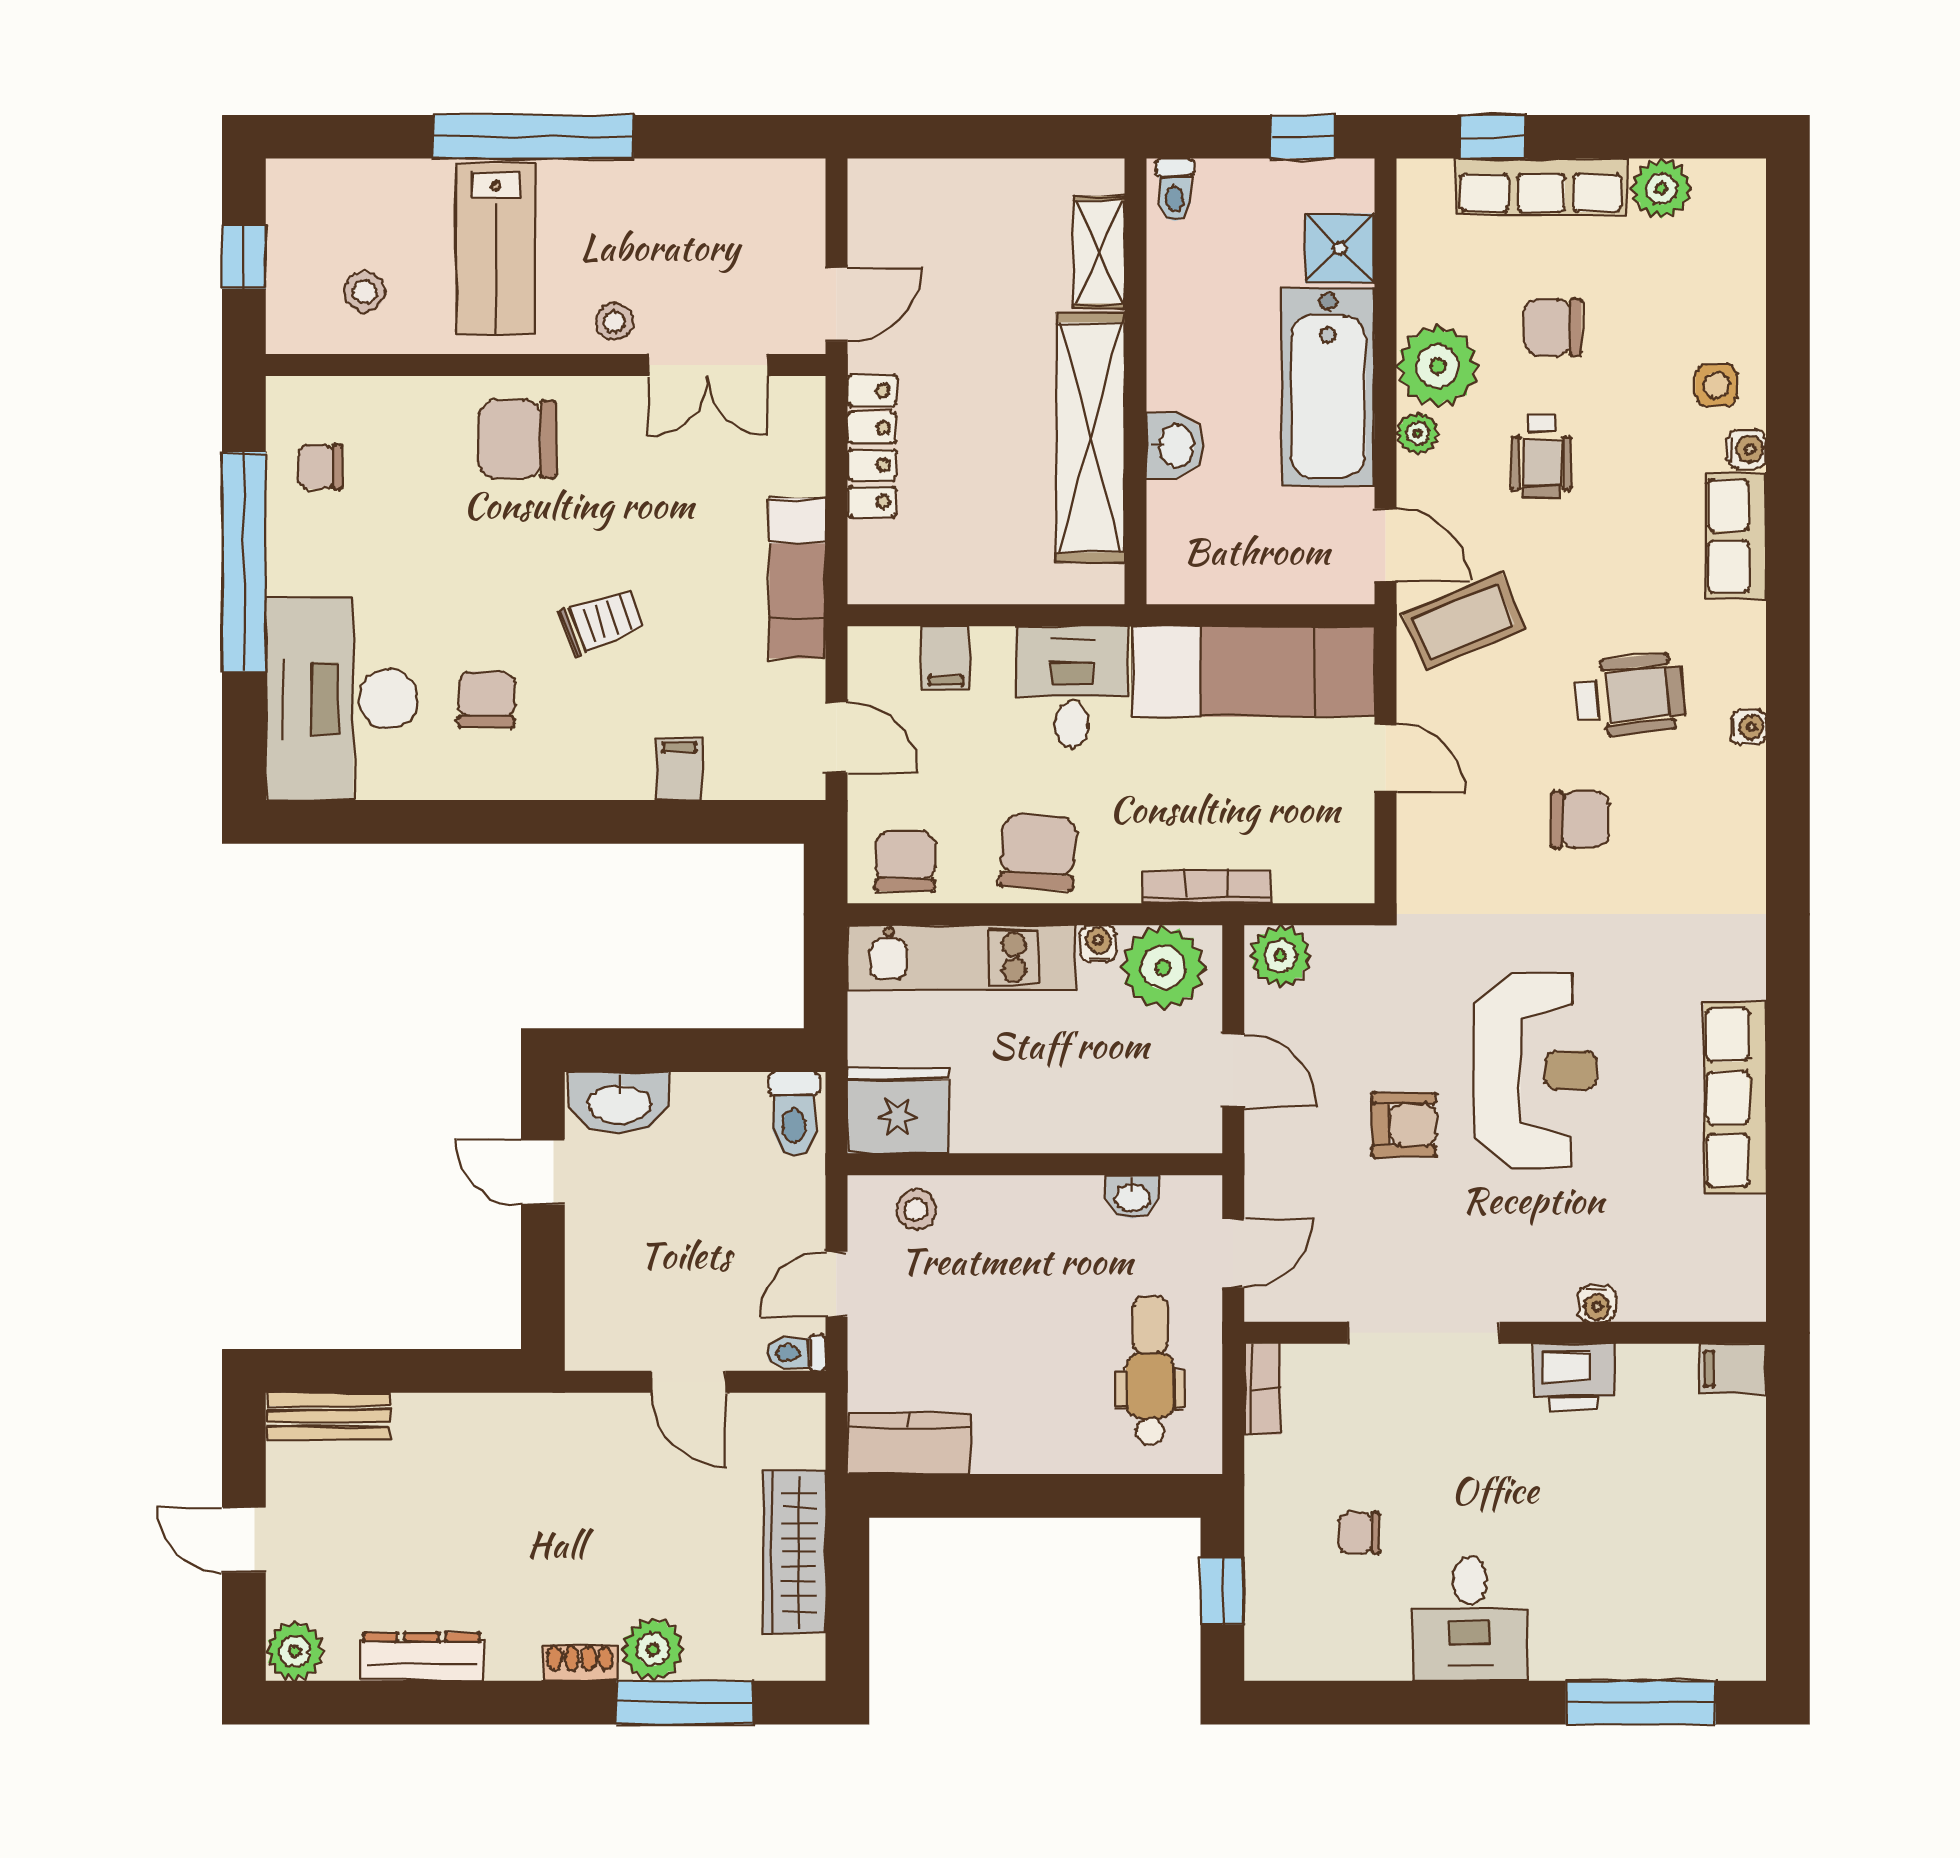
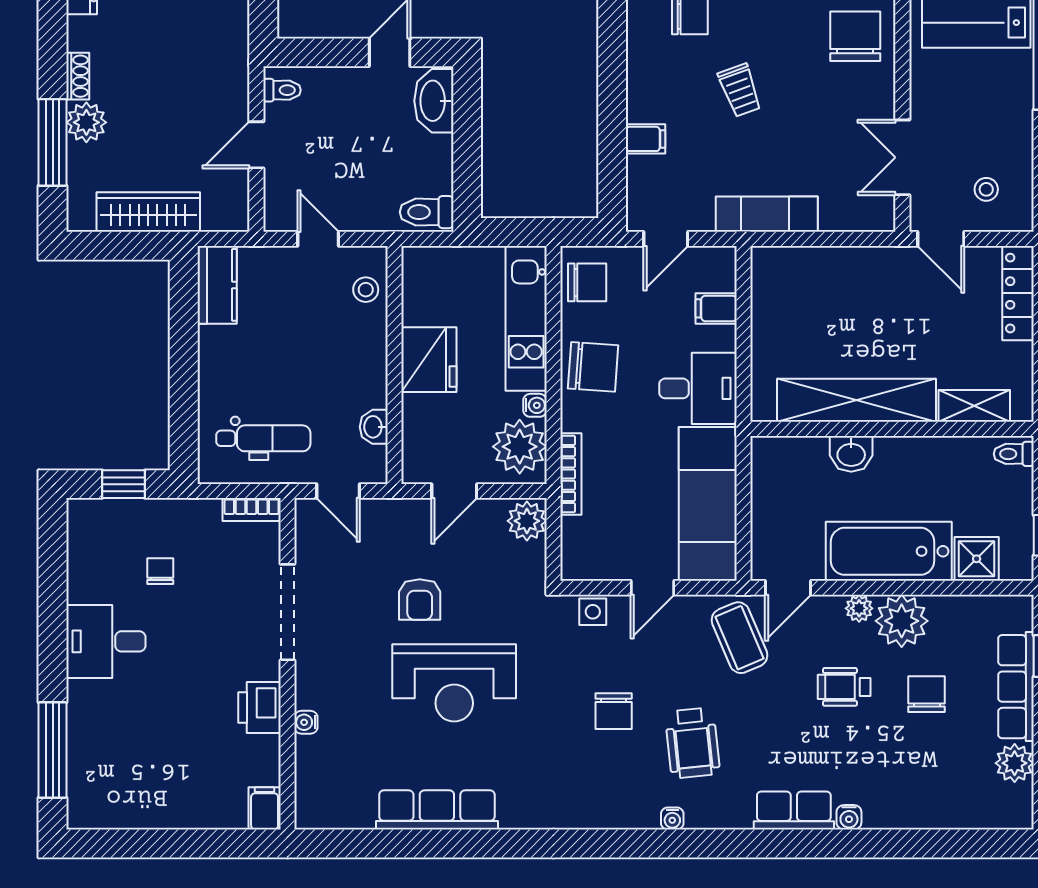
stool: (614, 322) -> (986, 189), moved
side table: (1716, 385) -> (593, 612), moved
locker: (872, 446) -> (1018, 293), moved, turned 90
fridge: (898, 1110) -> (429, 360), moved
toilet: (796, 1353) -> (282, 90), moved, turned 90

